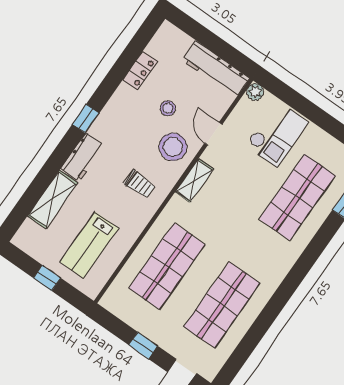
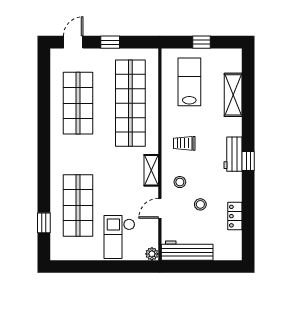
door: (213, 134) -> (160, 208), swing flipped
stool: (173, 147) -> (180, 182), width x0.53, depth x0.53
workbench: (83, 157) -> (233, 154), moved
shop shelf: (167, 266) -> (130, 103), width x1.40

